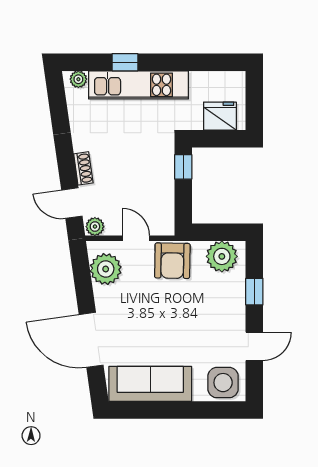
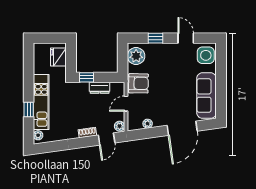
dresser: (164, 190) -> (100, 88), added
plant: (106, 269) -> (148, 124), width x0.53, depth x0.53

